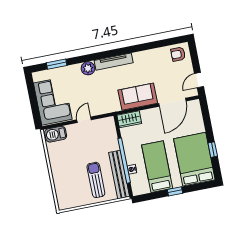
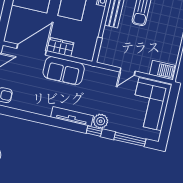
window: (90, 58) -> (94, 131), added
window: (57, 64) -> (130, 139), width x1.44
wardrobe: (129, 119) -> (60, 47), moved

